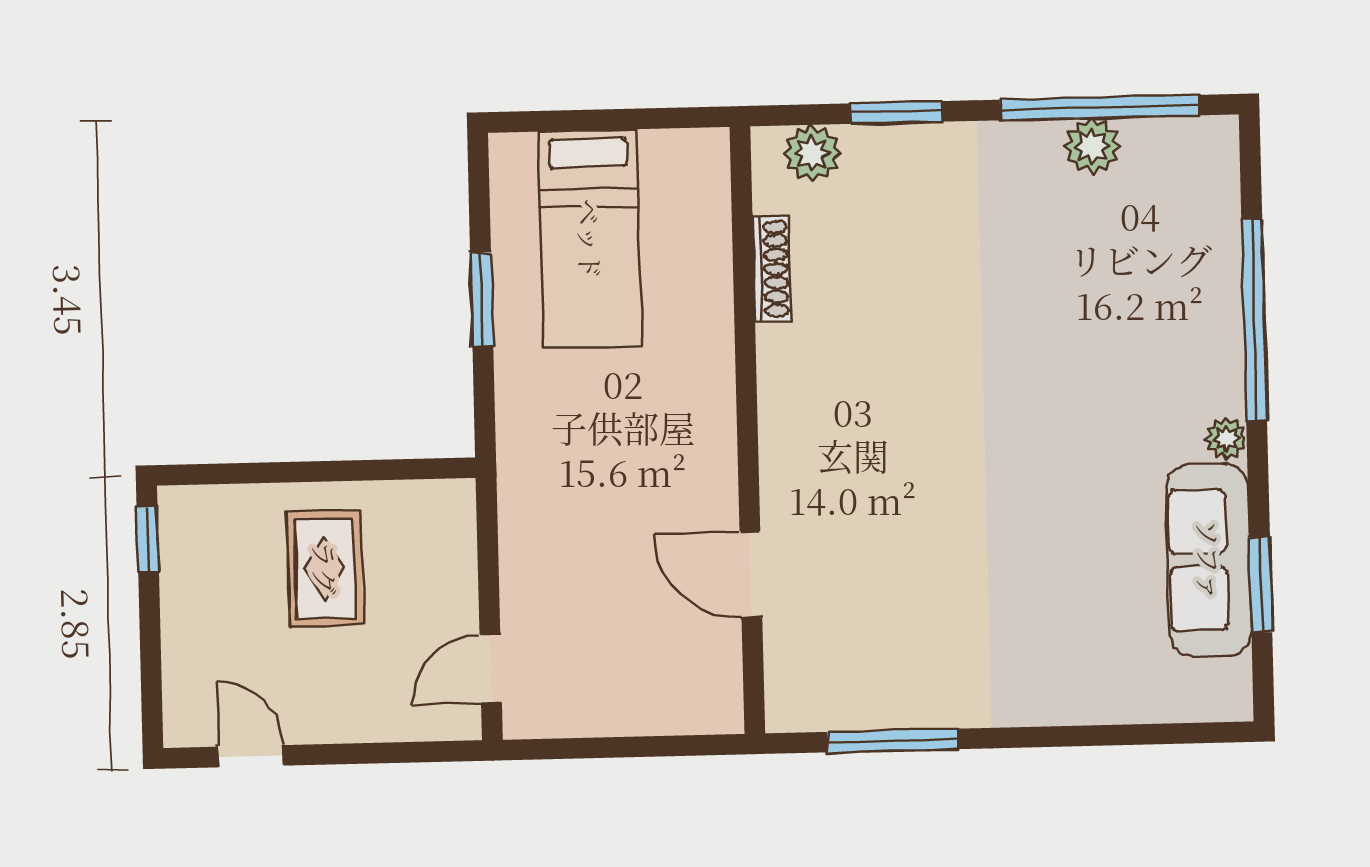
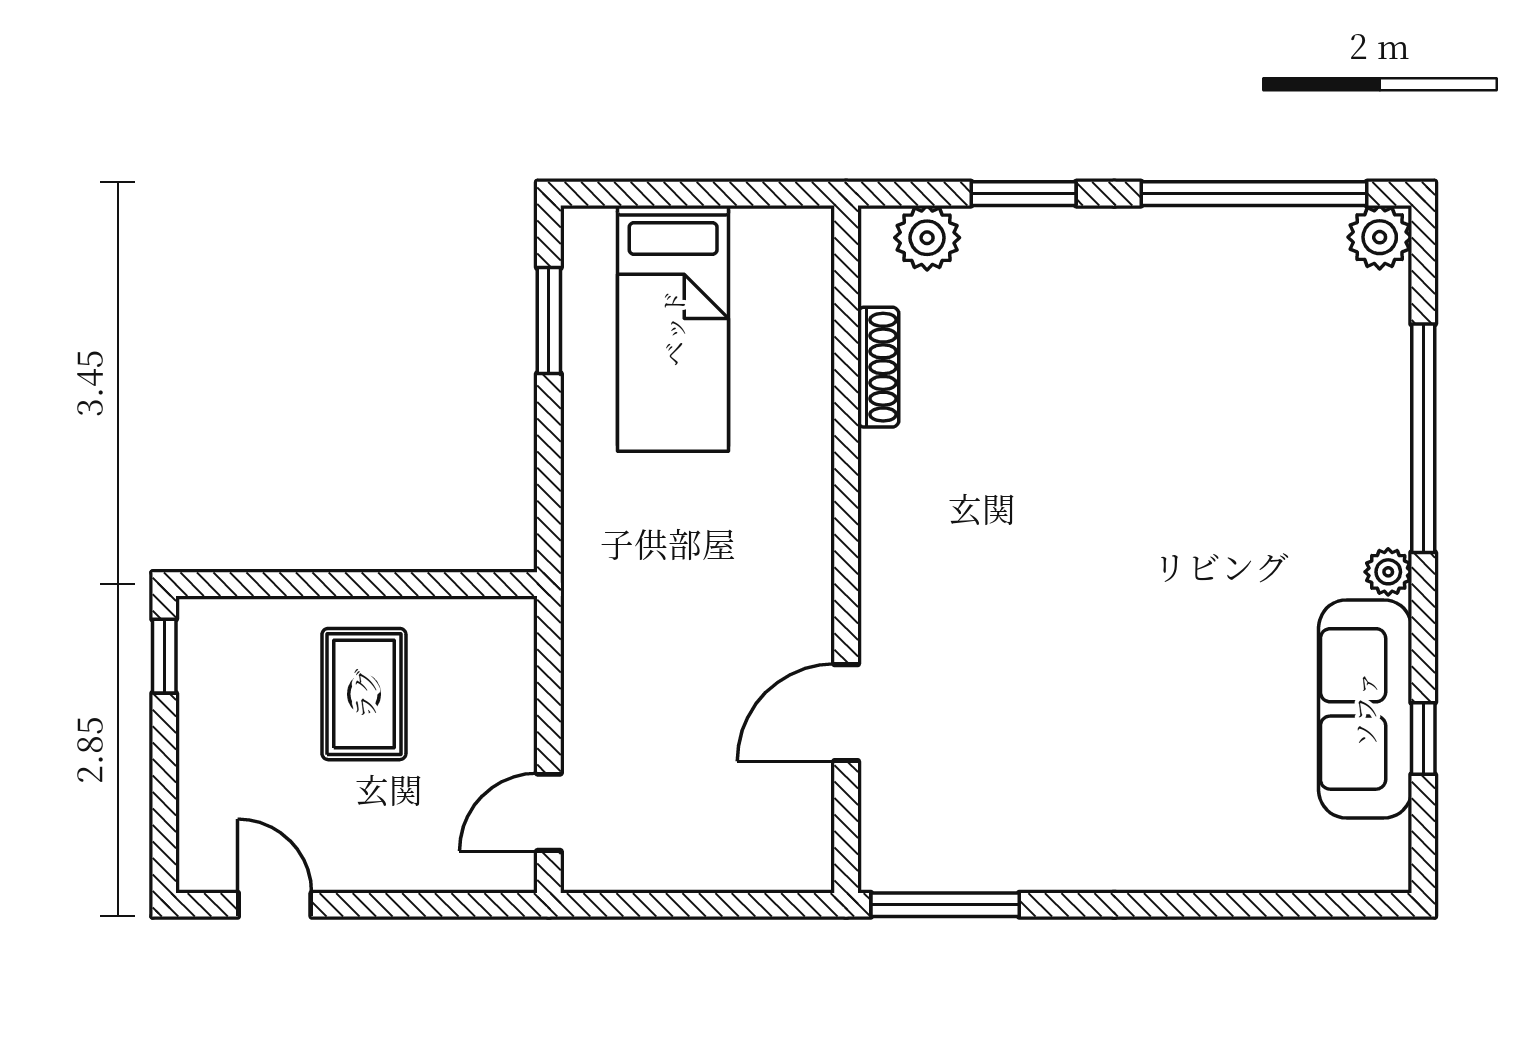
plant: (1092, 146) -> (1380, 237), moved
window: (482, 299) -> (549, 321), moved
door: (751, 574) -> (846, 713), hinge flipped
window: (1261, 585) -> (1423, 739), width x0.67
window: (893, 741) -> (945, 905), moved

